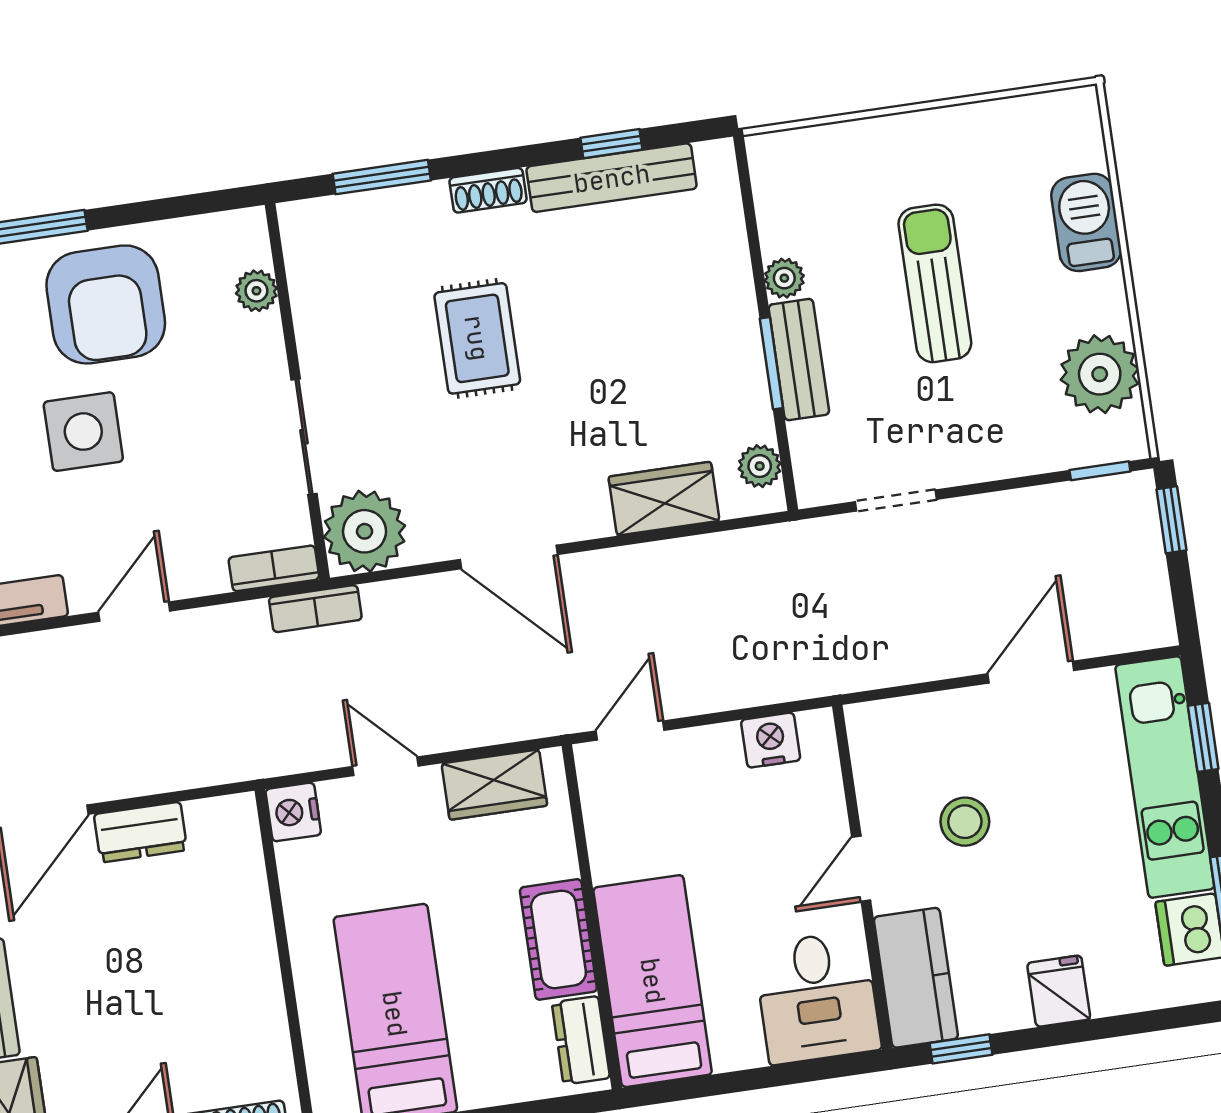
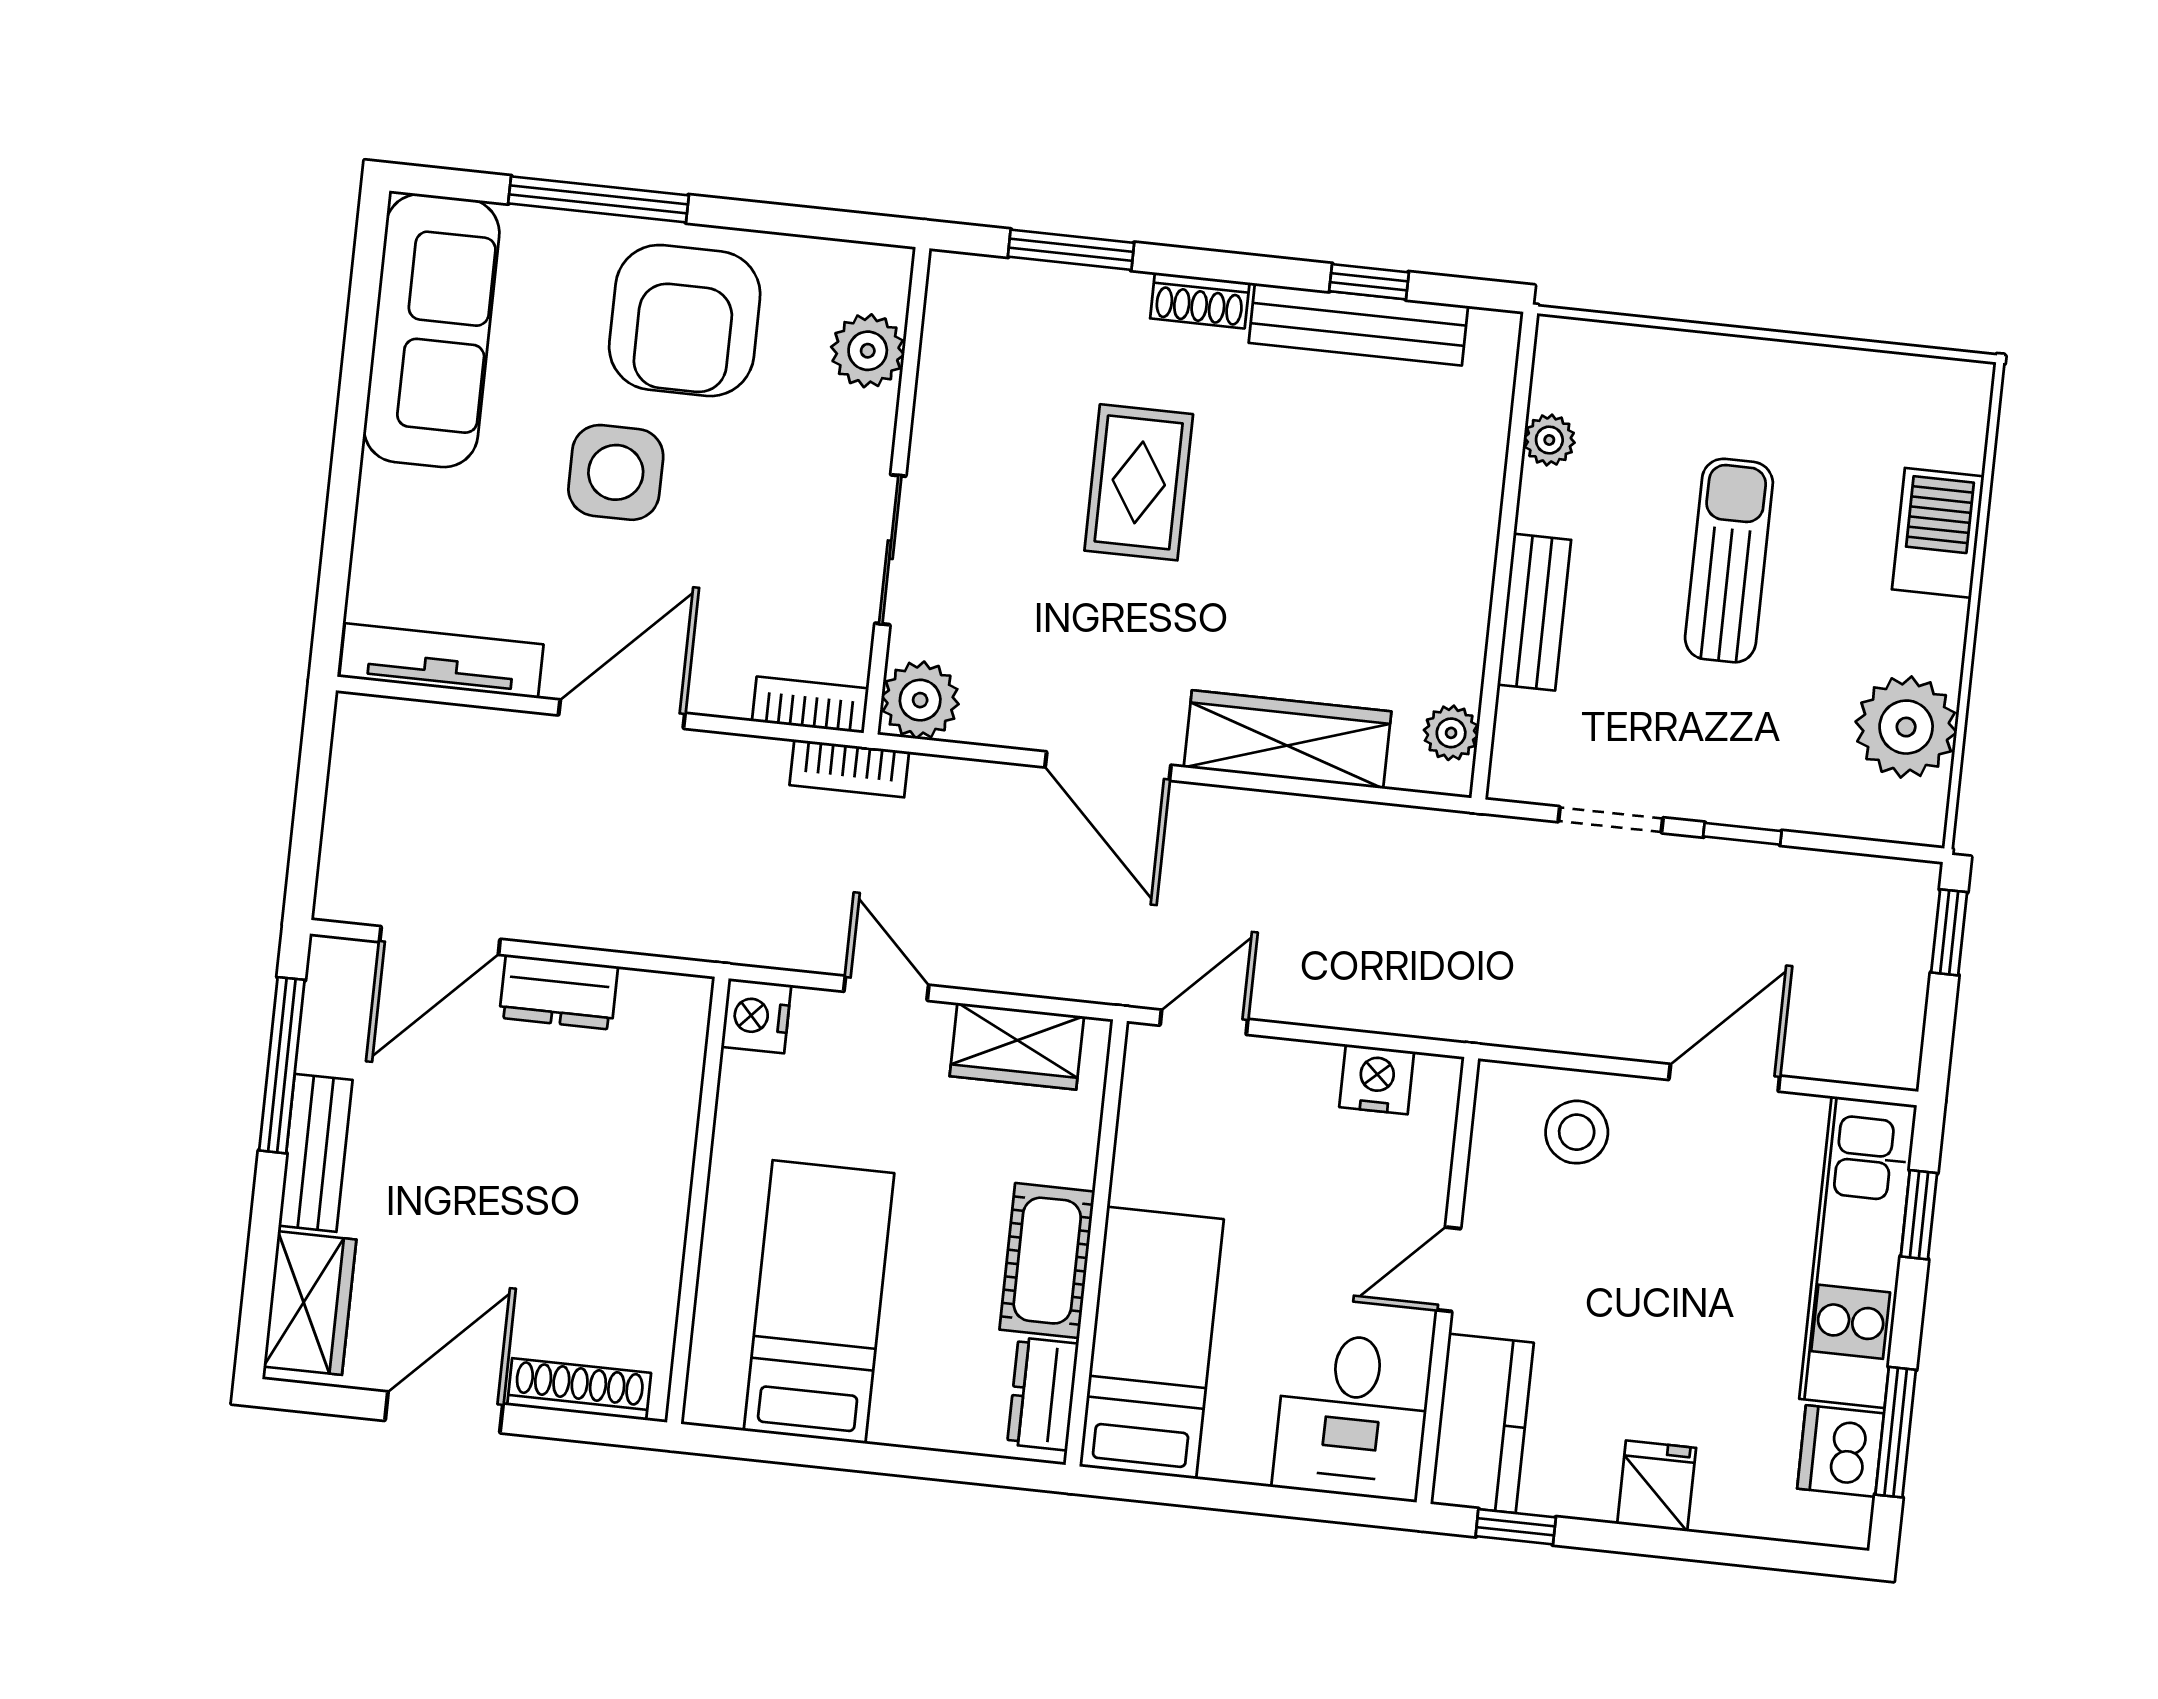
plant: (784, 278) -> (1549, 440), moved
plant: (256, 291) -> (868, 351), width x1.38, depth x1.38
window: (771, 363) -> (1499, 608), removed
window: (1100, 471) -> (1742, 834), moved
wardrobe: (664, 499) -> (1287, 739), width x1.50
plant: (365, 531) -> (920, 700), width x0.73, depth x0.73
door: (134, 612) -> (622, 714), width x1.38
stool: (965, 822) -> (1577, 1132), moved

